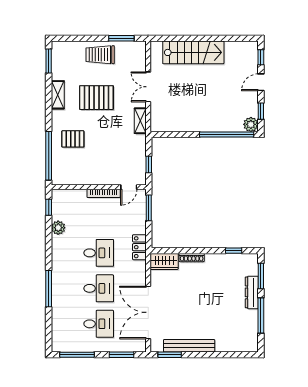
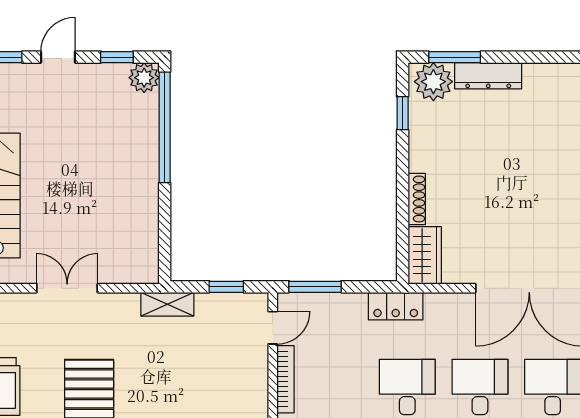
door: (261, 82) -> (58, 57), swing flipped
double door: (148, 87) -> (67, 288), swing flipped
shelving: (140, 121) -> (167, 304), moved
door: (129, 187) -> (273, 328), hinge flipped
plant: (249, 266) -> (433, 82), added
window: (261, 315) -> (536, 57), removed

